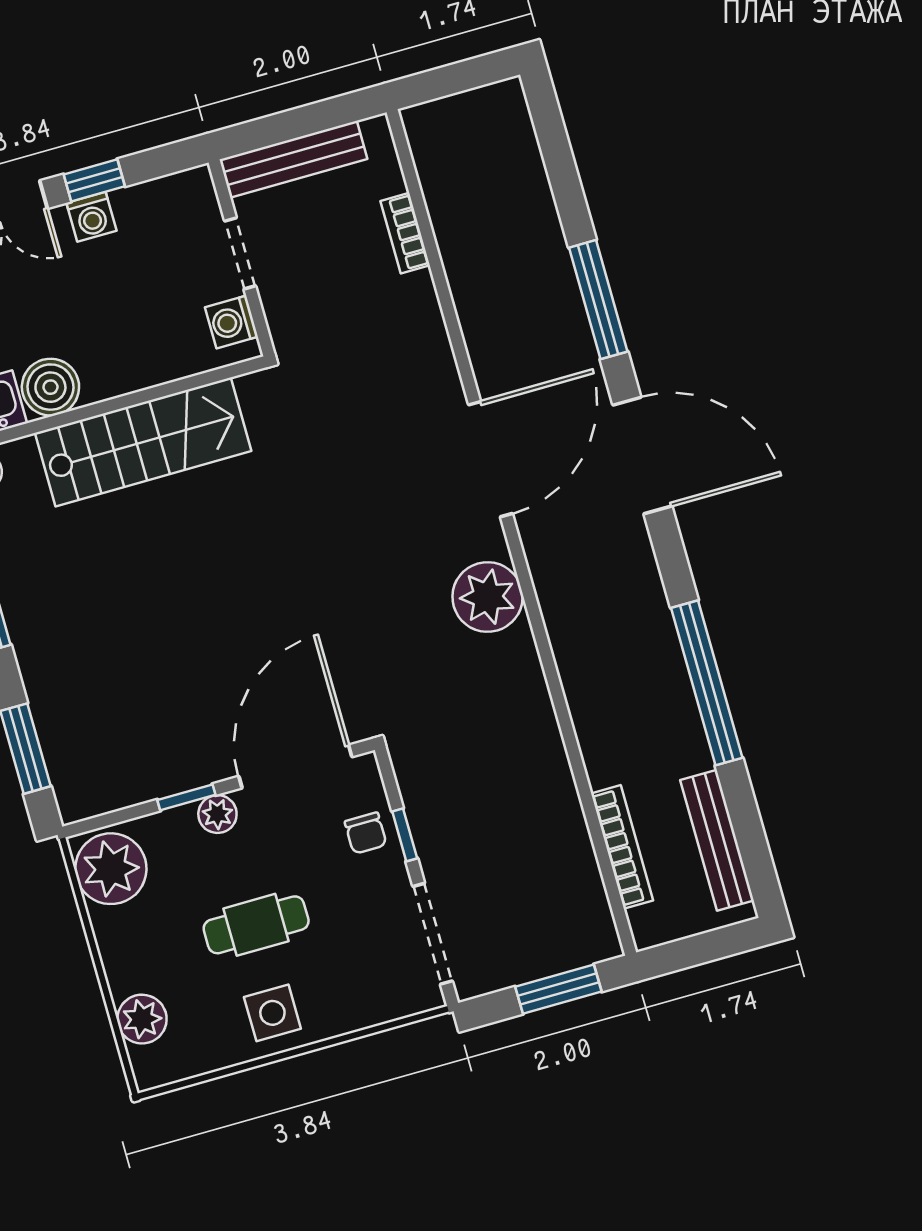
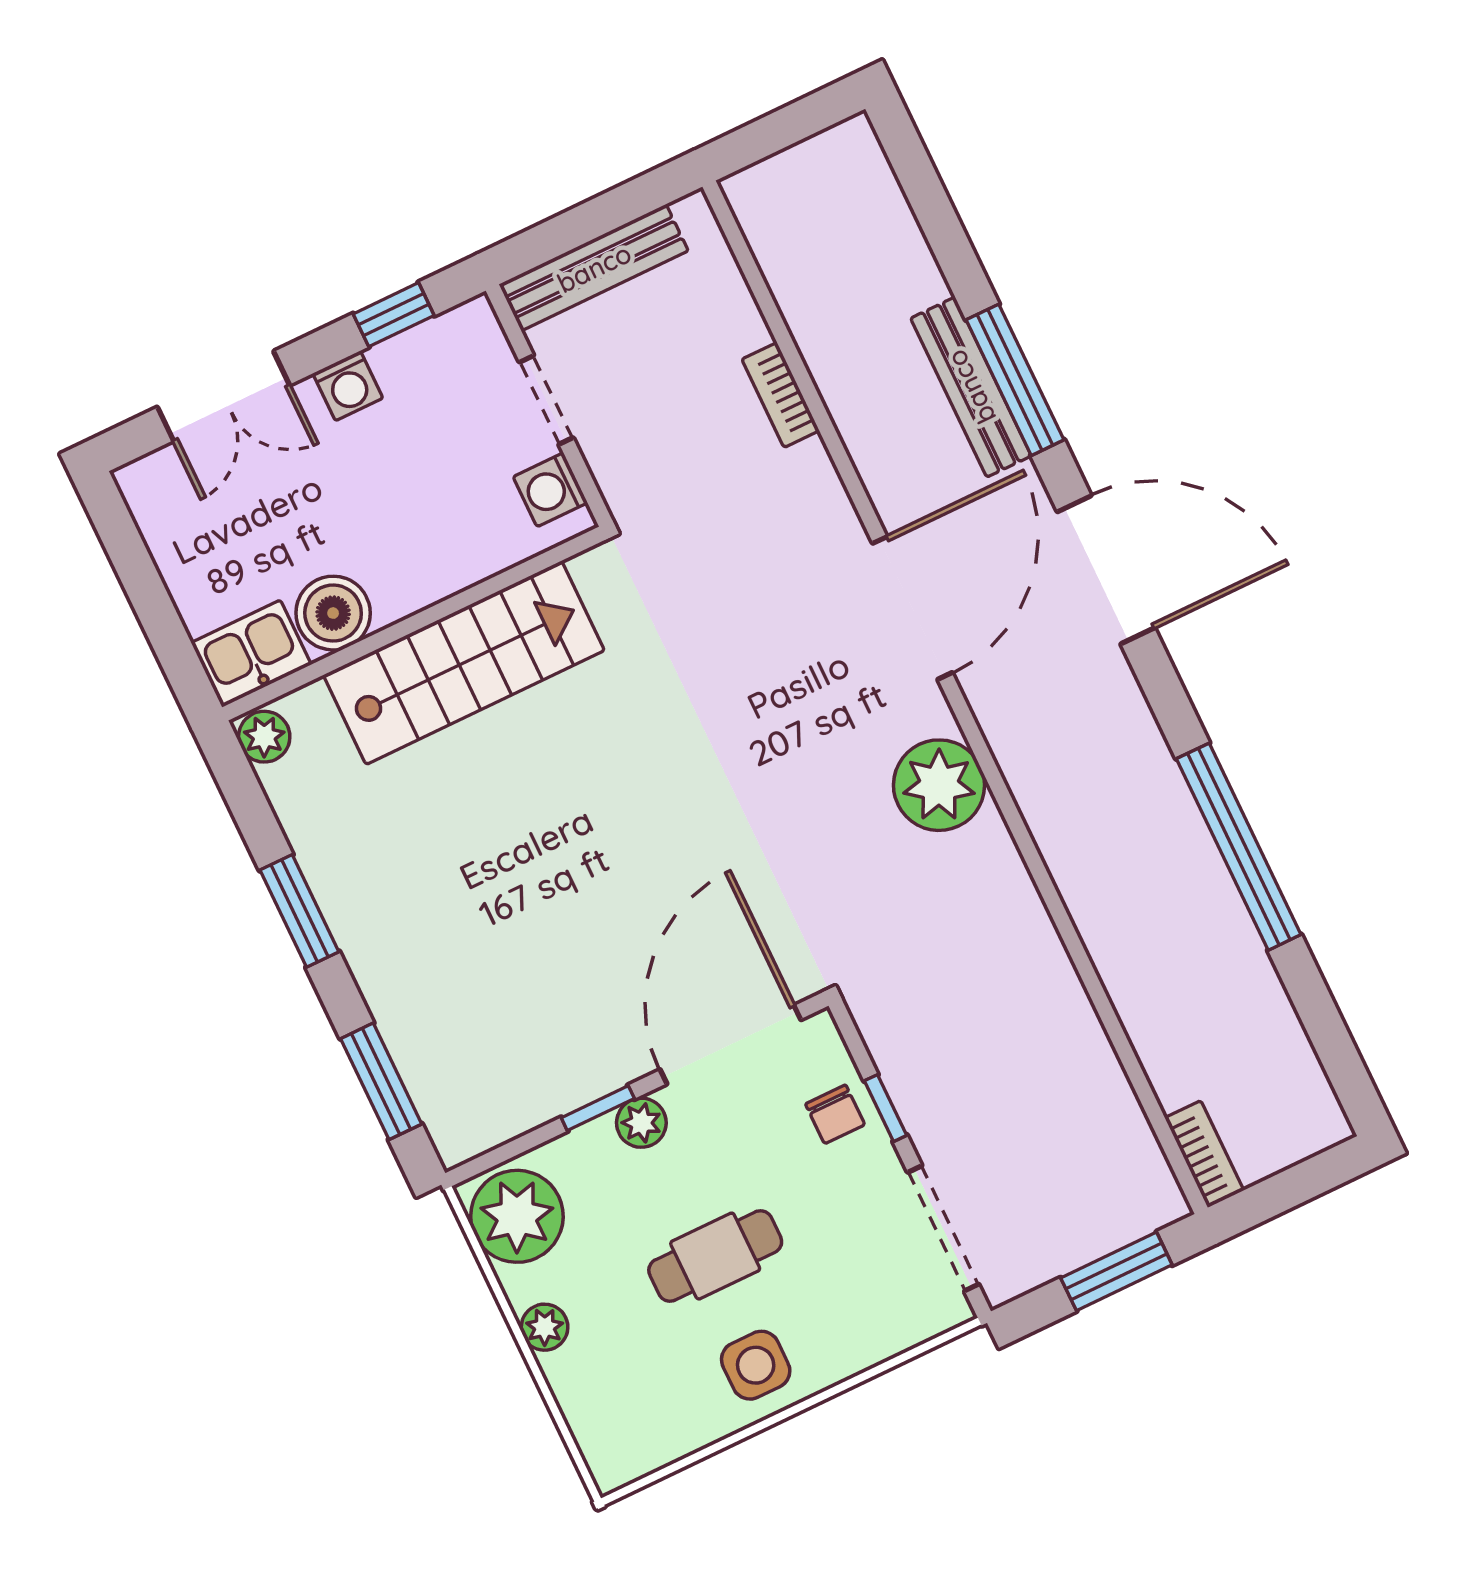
window: (94, 180) -> (394, 315), moved
bookcase: (405, 233) -> (781, 395), moved
bench: (717, 840) -> (971, 387), moved
bookcase: (622, 847) -> (1204, 1154), moved, width x0.64
plant: (142, 1019) -> (545, 1327), moved, width x0.73, depth x0.73

